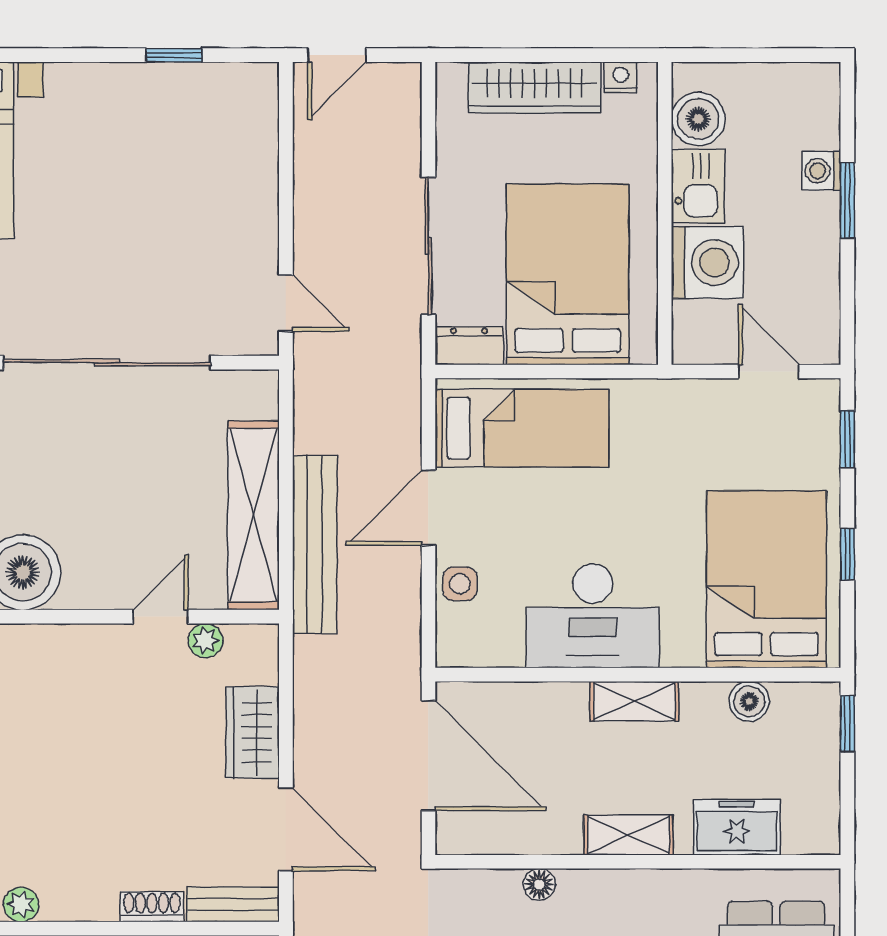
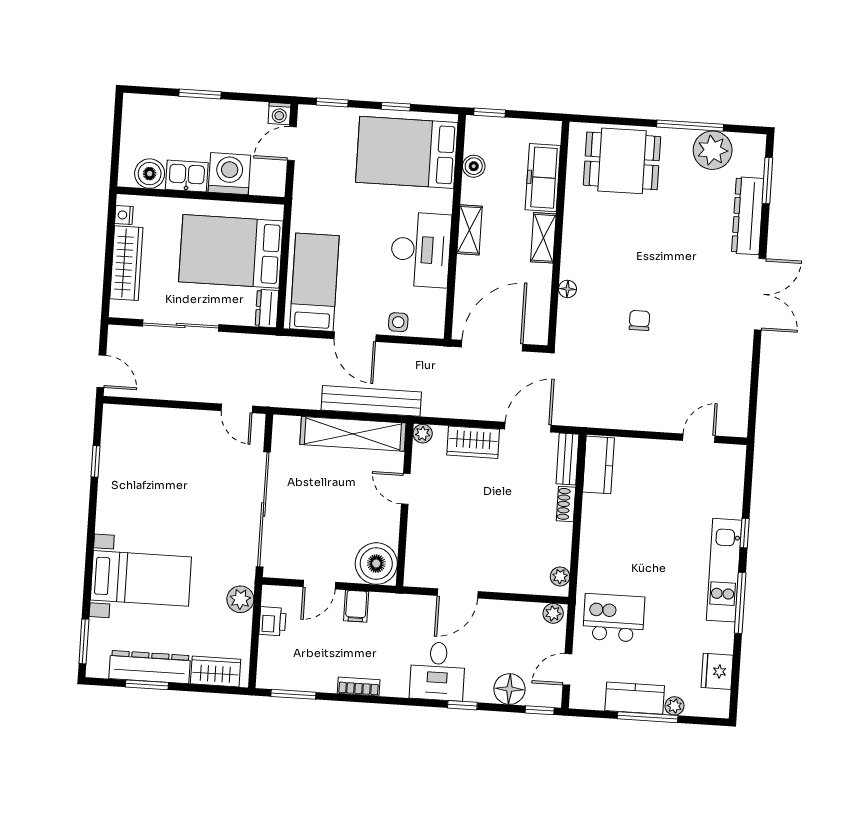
washing machine: (821, 171) -> (279, 114), moved
sliding door: (428, 246) -> (181, 325), moved
door: (286, 303) -> (237, 408), swing flipped
plant: (206, 640) -> (423, 434), moved
freezer: (737, 827) -> (543, 178), width x1.40

